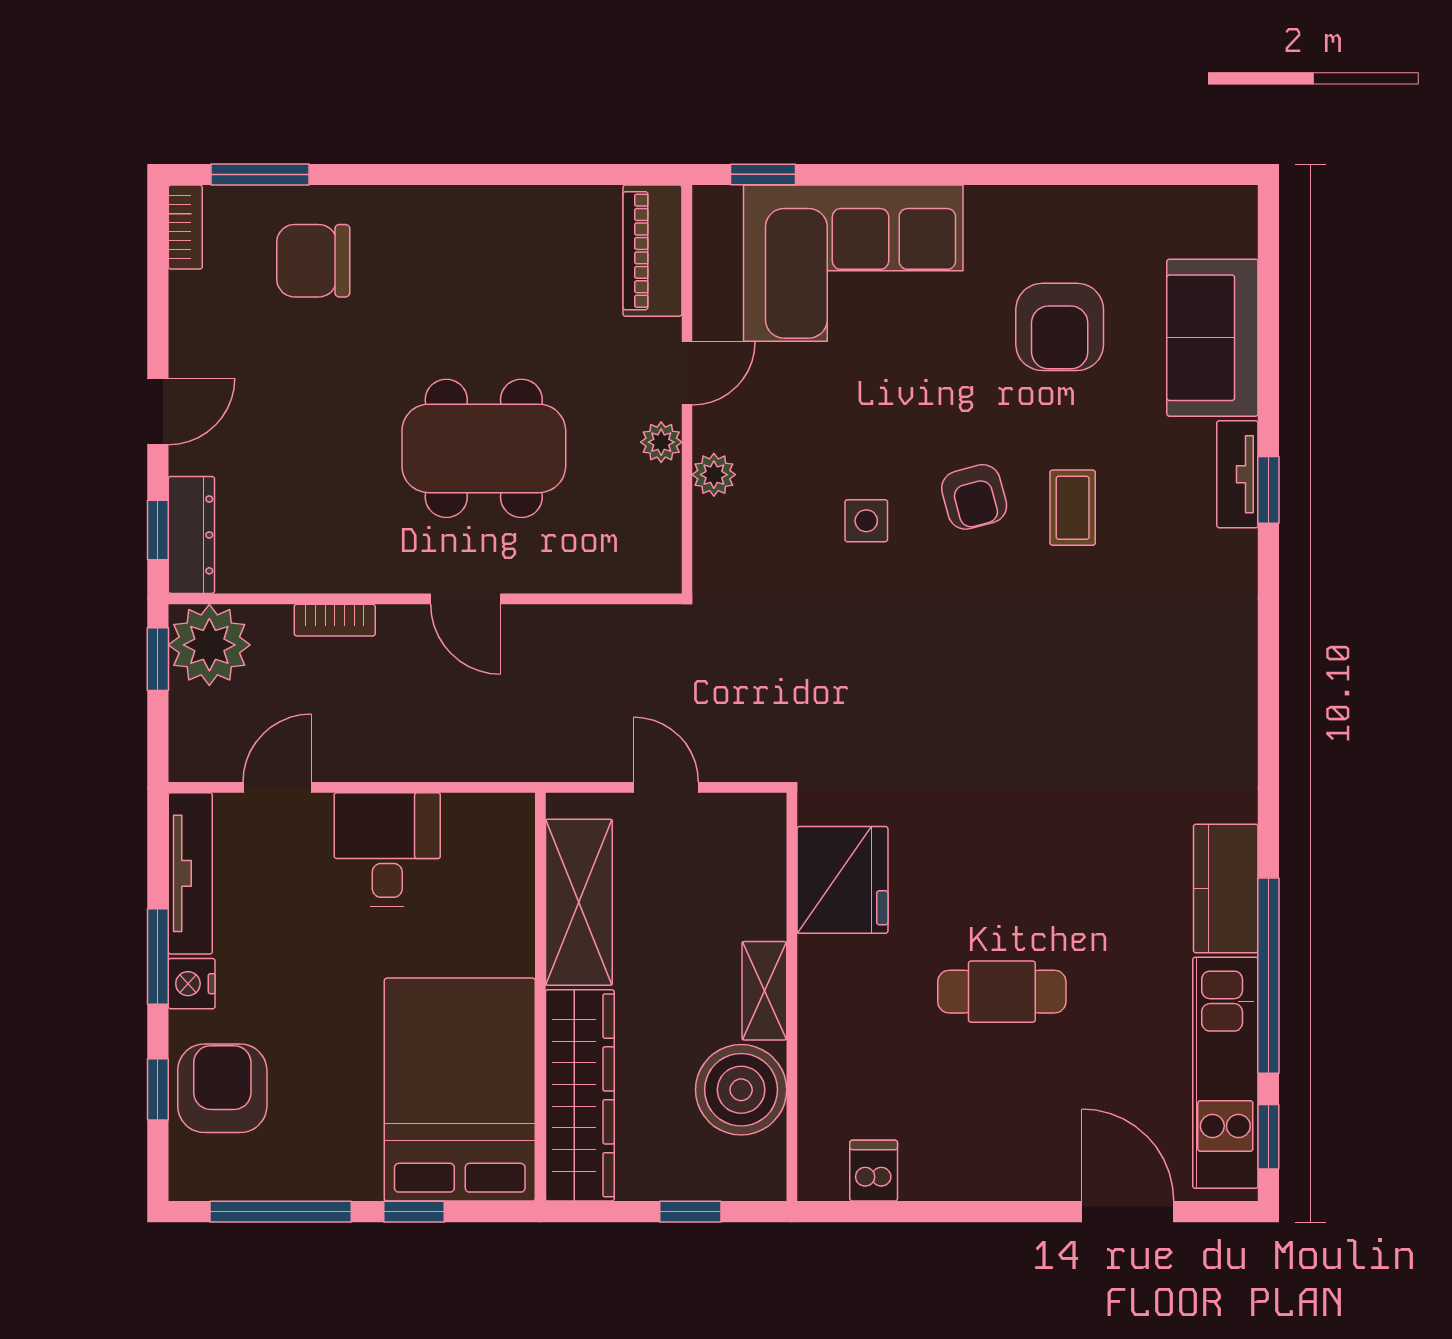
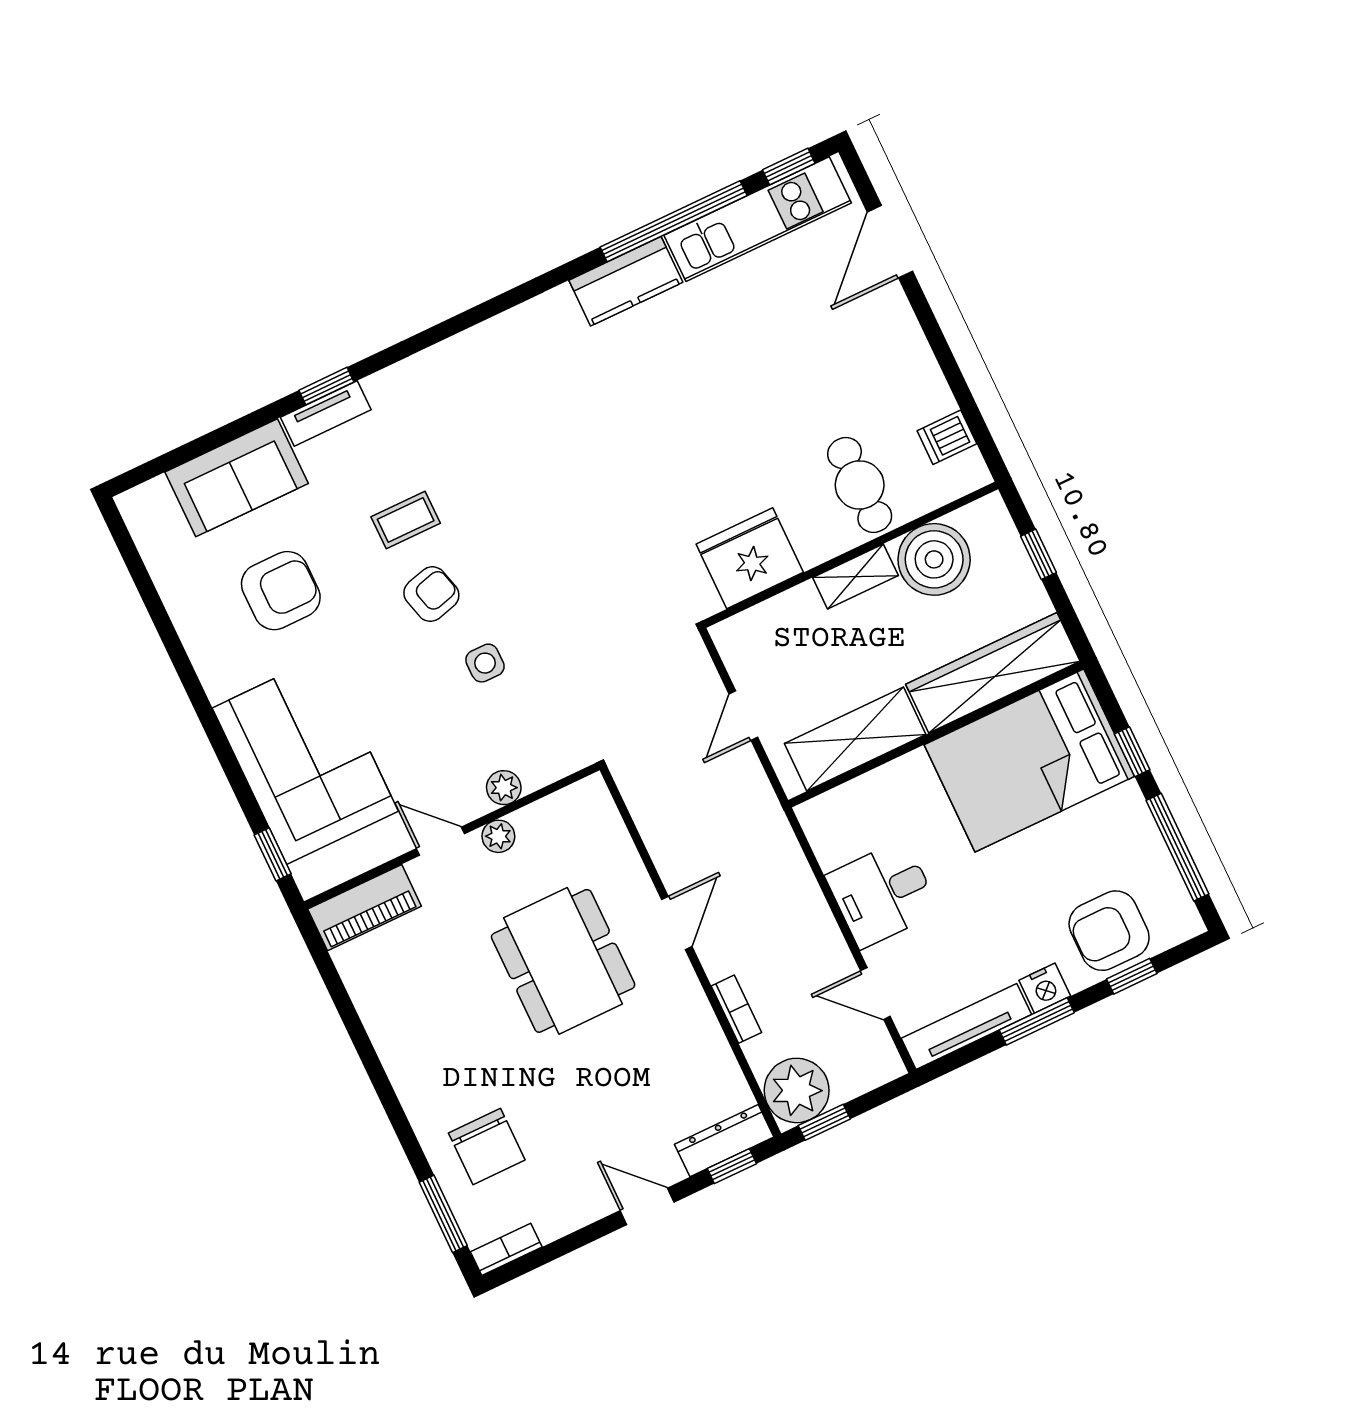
cafe table: (1002, 992) -> (860, 485), moved

